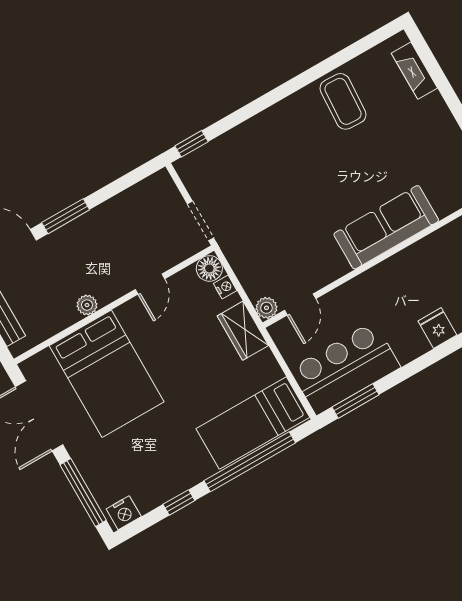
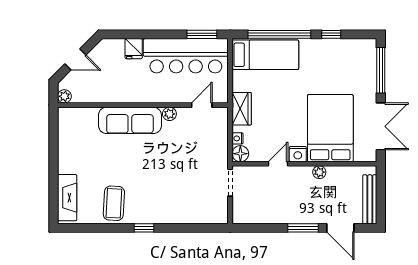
fireplace: (414, 71) -> (67, 198), width x1.37, depth x1.32
window: (191, 144) -> (144, 228), moved
plant: (266, 308) -> (169, 114), moved
bar counter: (345, 368) -> (186, 56), width x1.36
nightstand: (124, 513) -> (298, 154), moved, turned 180

